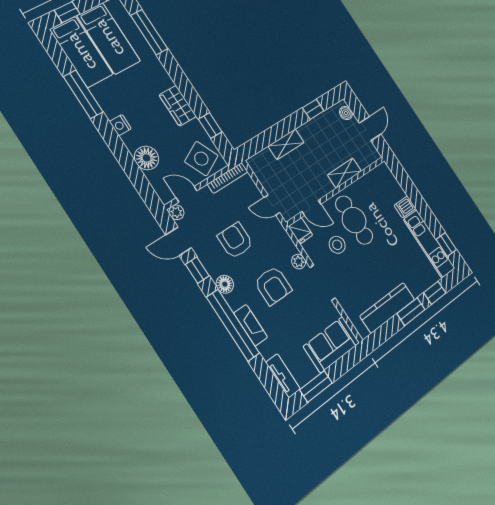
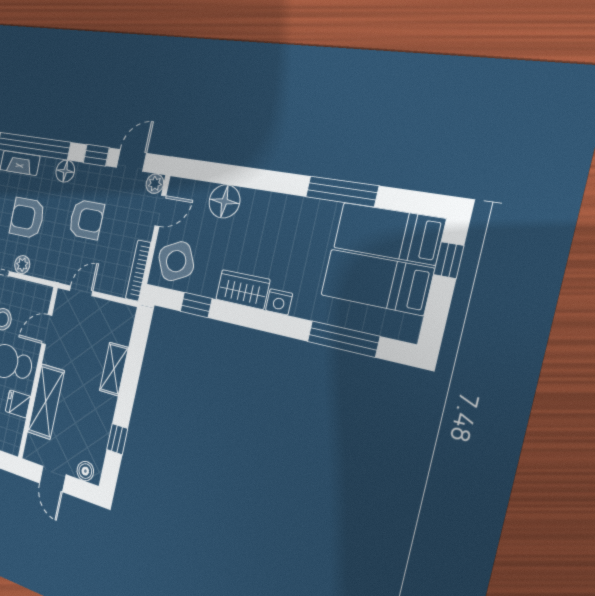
nightstand: (120, 125) -> (279, 302), moved, turned 180
shelving: (345, 173) -> (46, 401), width x1.50, depth x1.33
fridge: (301, 231) -> (18, 404), moved

